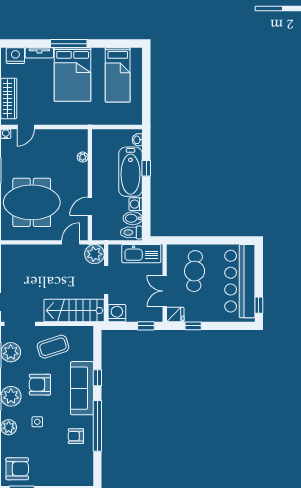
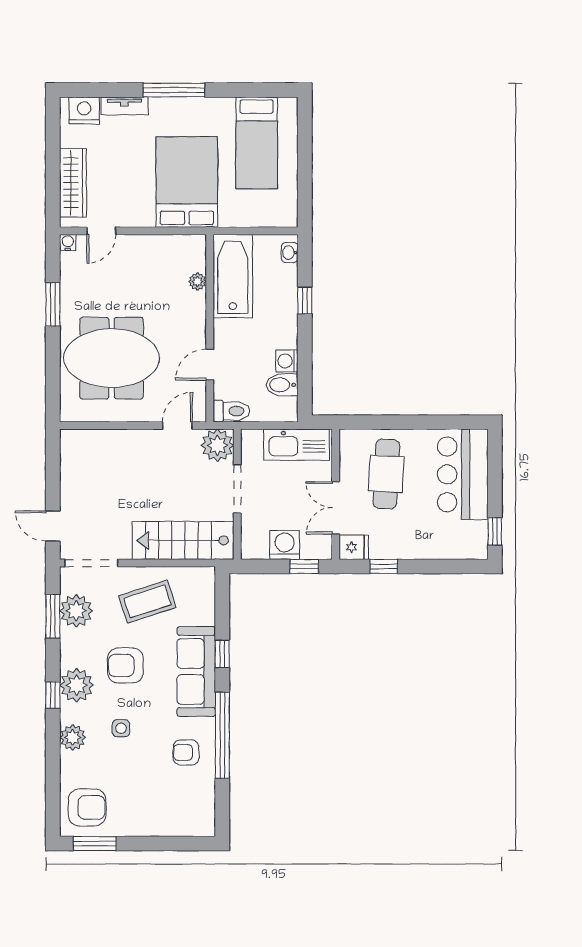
bed: (73, 75) -> (187, 182), moved, turned 180
bathtub: (130, 172) -> (233, 276), moved, turned 180
toilet: (131, 232) -> (231, 411), moved, turned 180
bar counter: (240, 281) -> (463, 474), width x0.73
washing machine: (117, 313) -> (285, 545), moved

